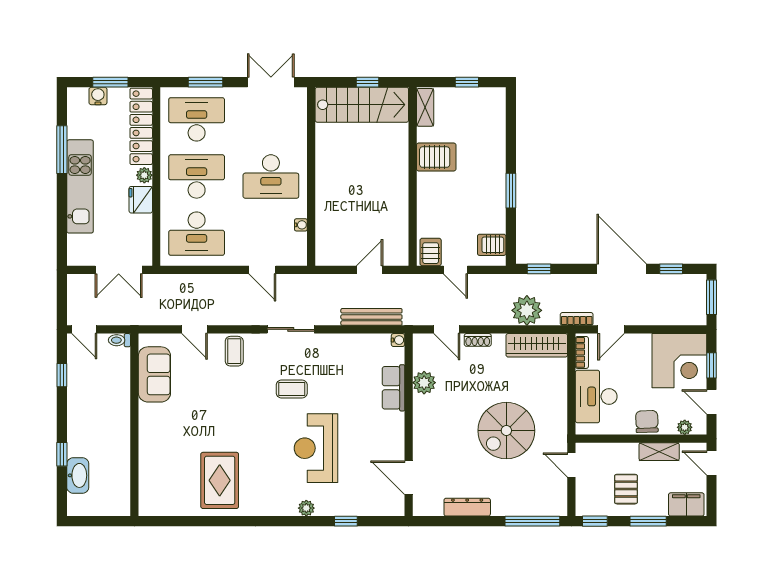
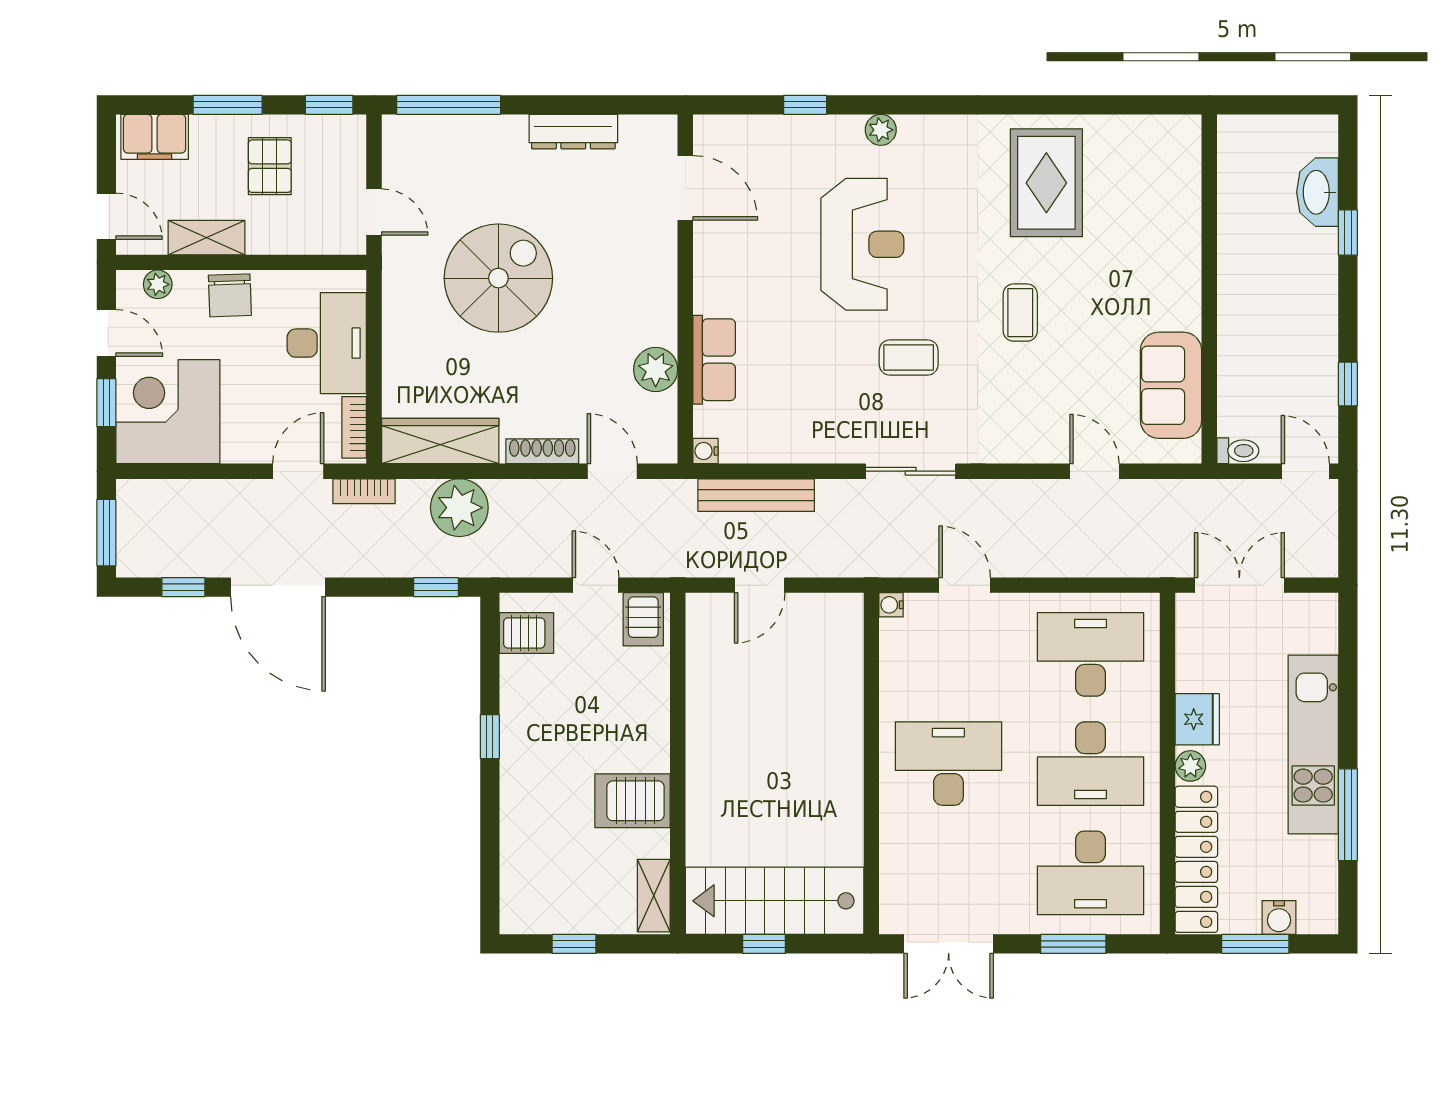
window: (511, 191) -> (490, 737), width x0.67
water cooler: (301, 225) -> (891, 605), moved
shoe rack: (478, 340) -> (542, 451), width x1.43
coffee table: (234, 351) -> (1020, 313), moved

